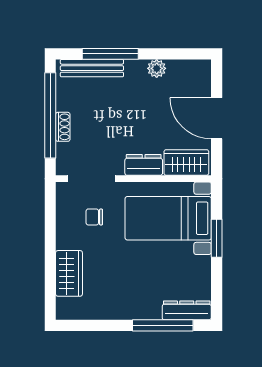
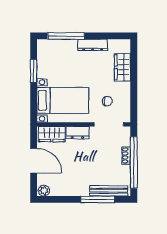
plant: (157, 68) -> (44, 191), moved
window: (217, 238) -> (34, 71), moved
dresser: (187, 310) -> (93, 45), moved

